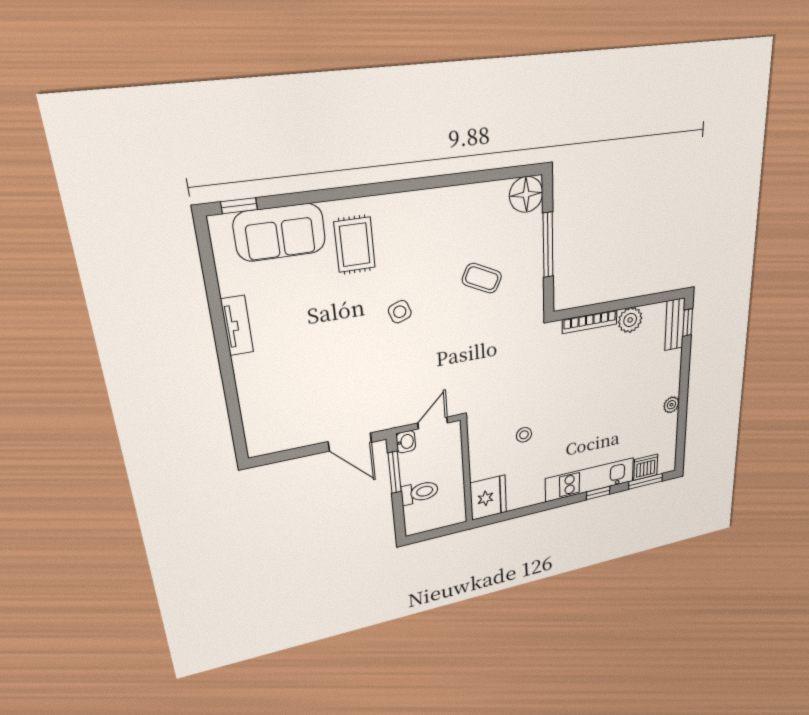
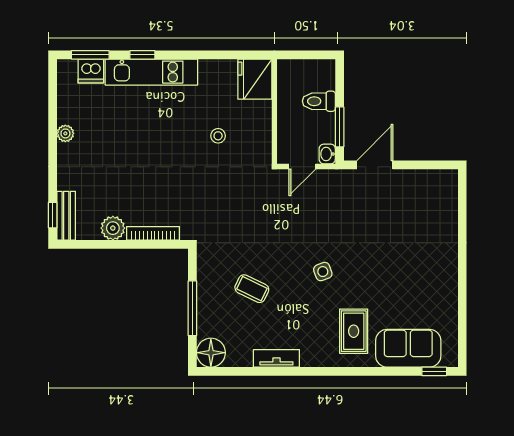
tv unit: (237, 326) -> (276, 358), moved, turned 90
door: (350, 442) -> (375, 165), hinge flipped

